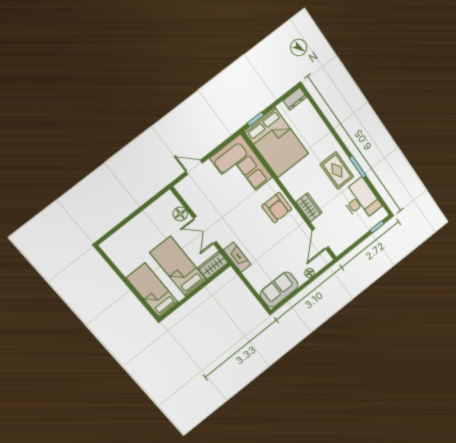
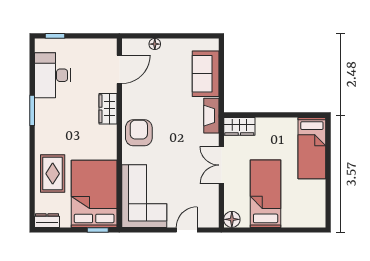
door: (194, 167) -> (187, 230), swing flipped
rug: (337, 170) -> (53, 174), moved
floor lamp: (180, 214) -> (232, 219), moved
double door: (205, 230) -> (221, 165), swing flipped
bed: (178, 266) -> (266, 194), moved, turned 180
sofa: (279, 290) -> (206, 74), moved, turned 90

